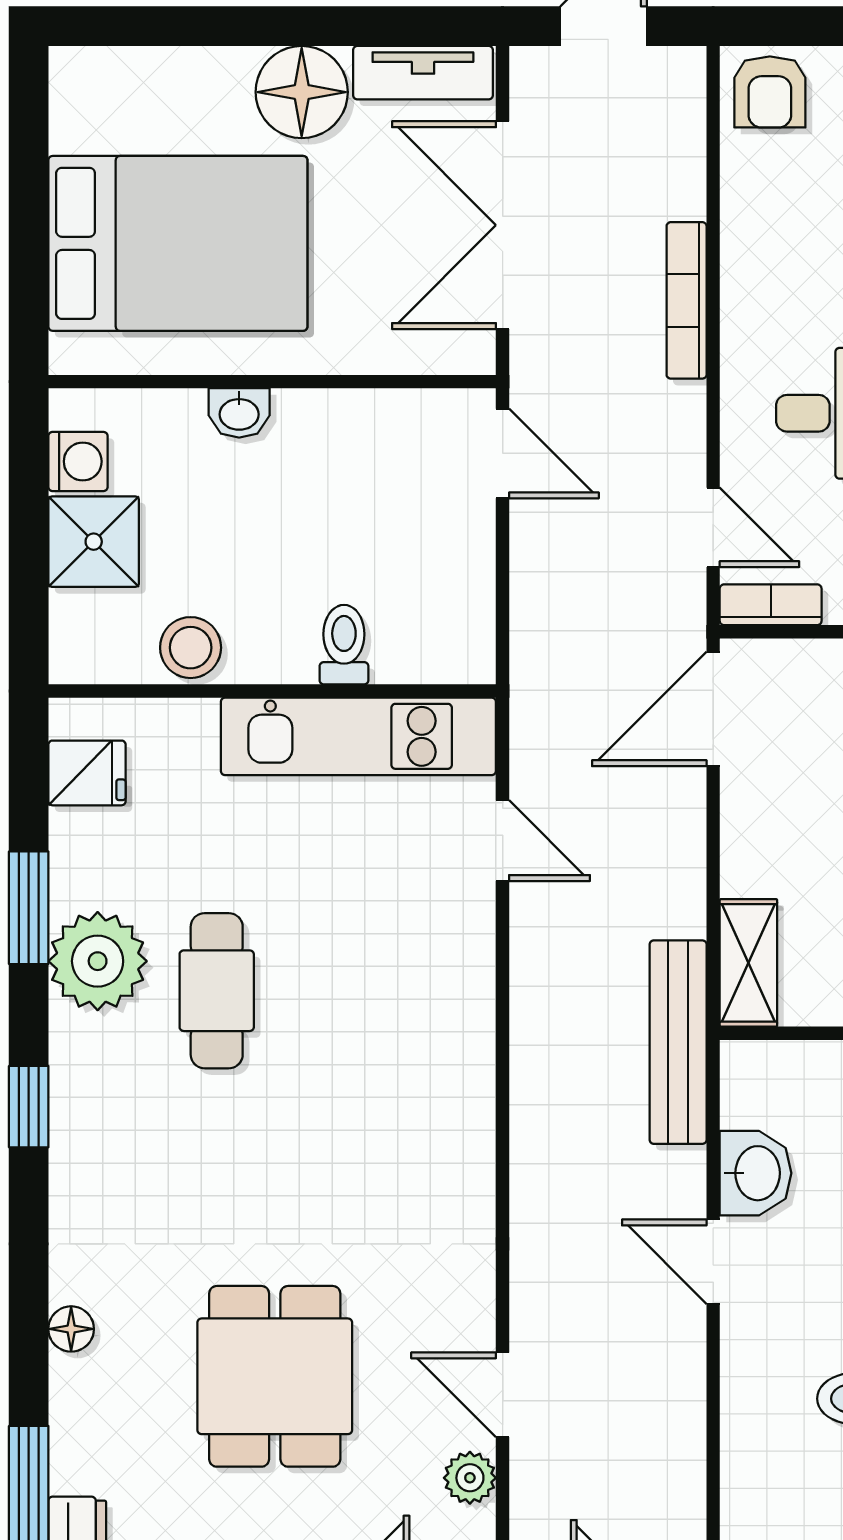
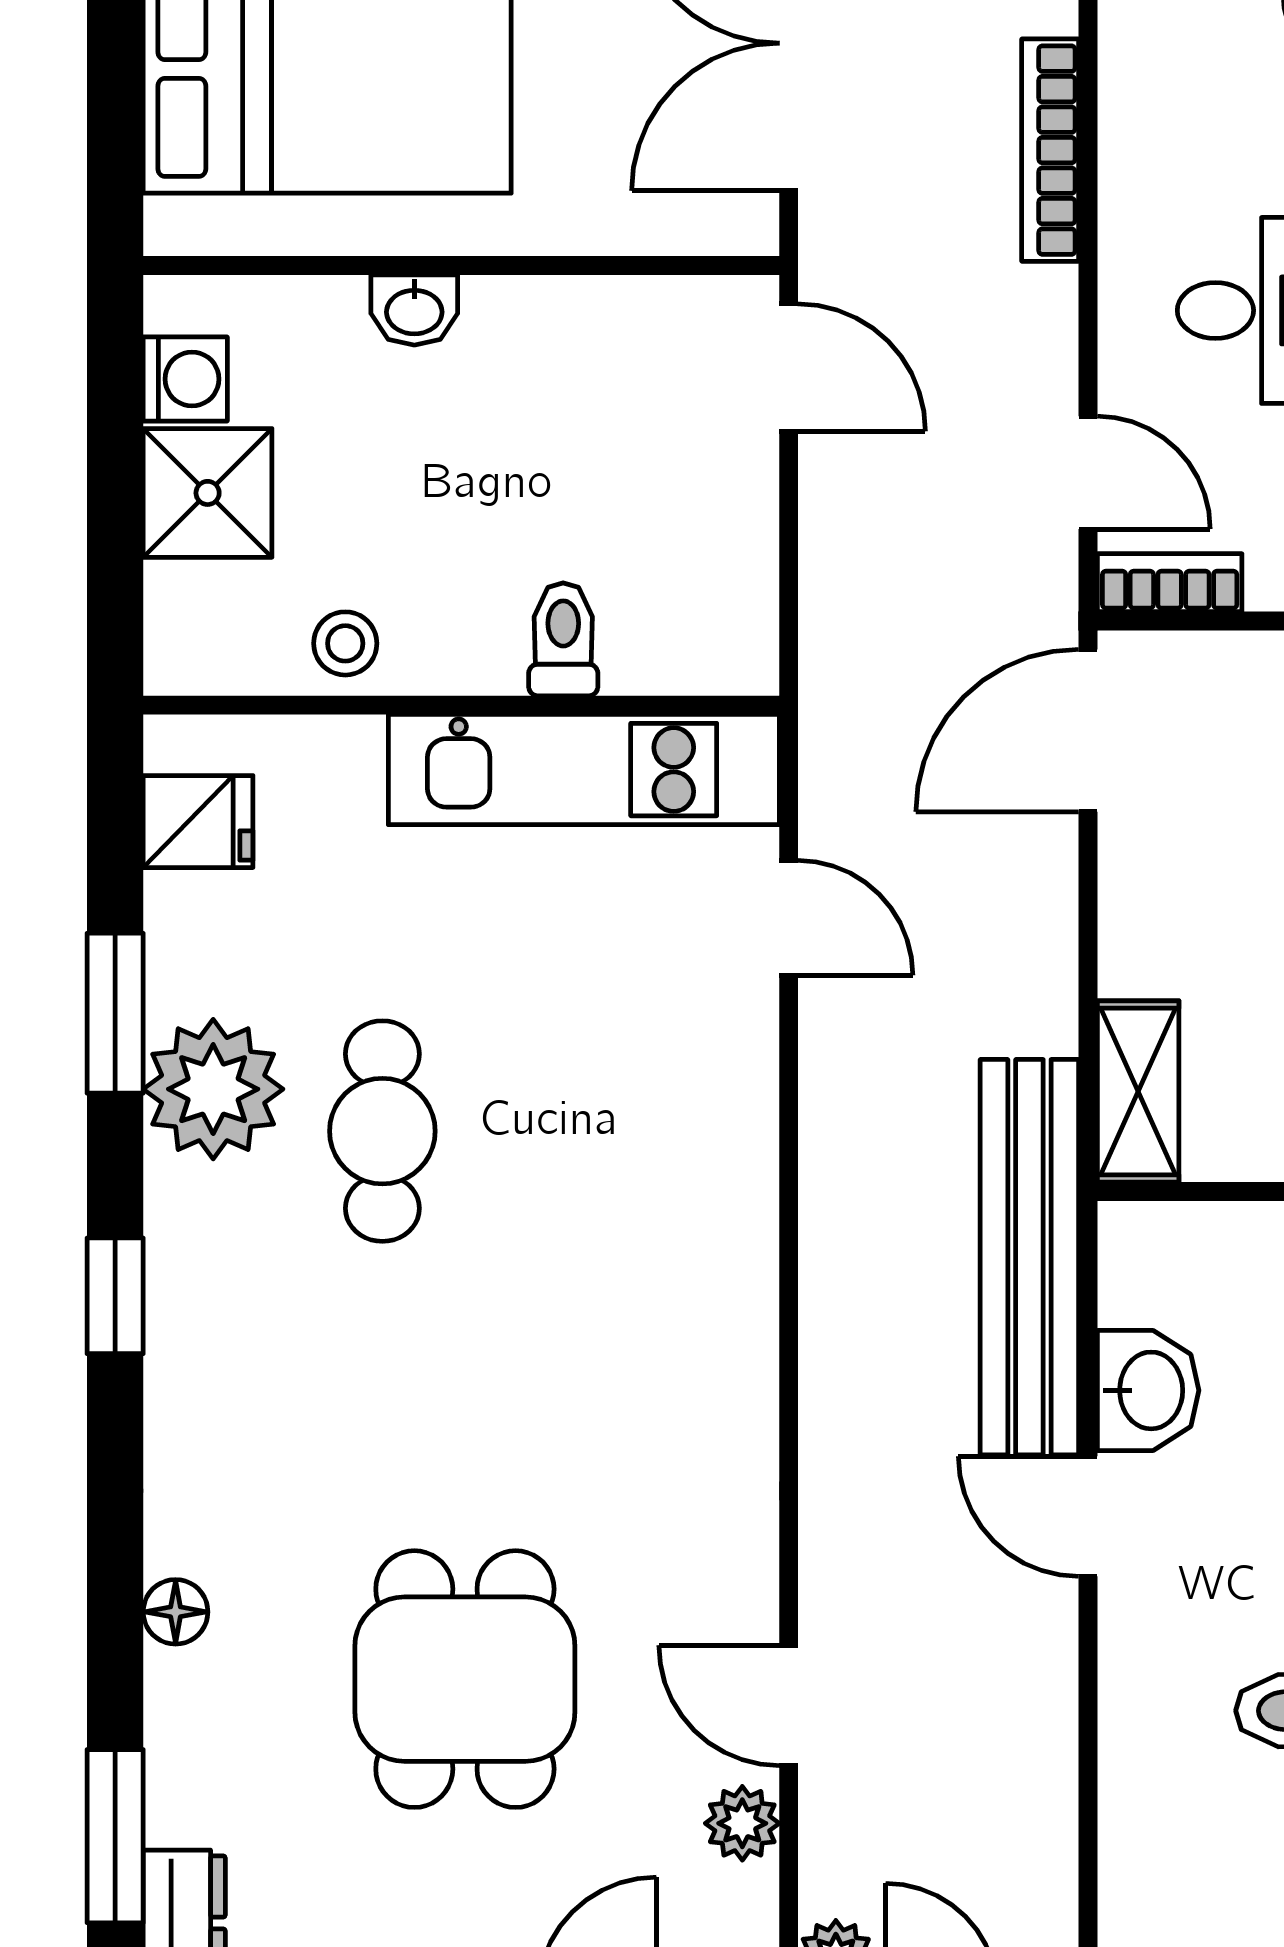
stool: (191, 648) -> (345, 643), width x0.73, depth x0.73
bench: (678, 1042) -> (1029, 1257), width x1.37, depth x1.21

